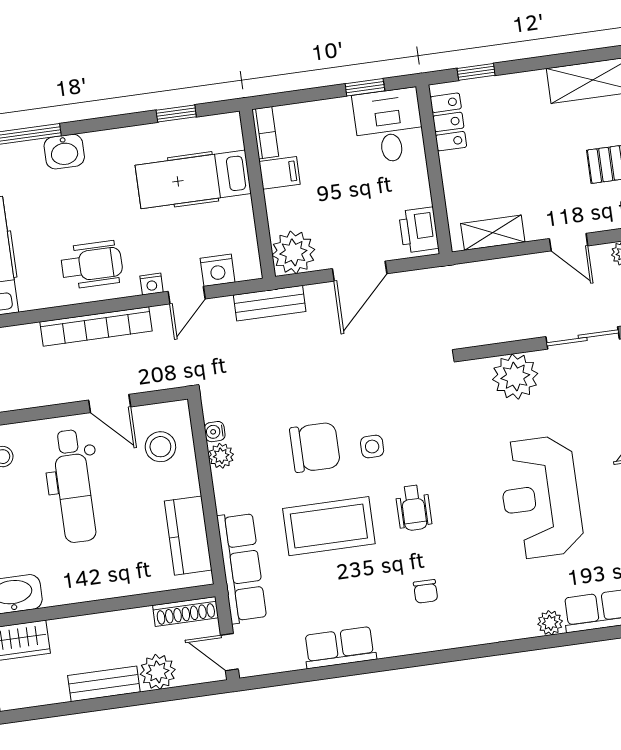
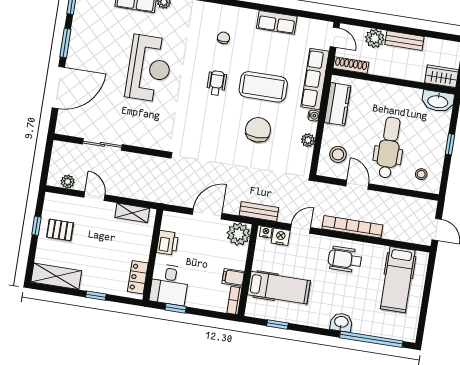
window: (476, 72) -> (96, 296), moved
printer: (419, 230) -> (168, 243), moved
nightstand: (152, 284) -> (266, 232), moved
plant: (515, 377) -> (143, 135), removed
water cooler: (215, 432) -> (314, 116), moved
chair: (315, 447) -> (258, 130), turned 90
side table: (372, 447) -> (228, 121), removed

